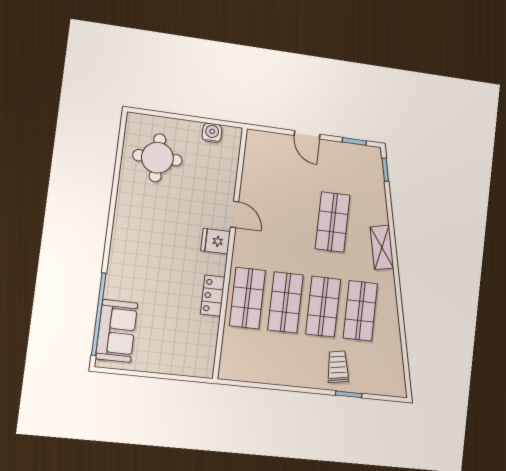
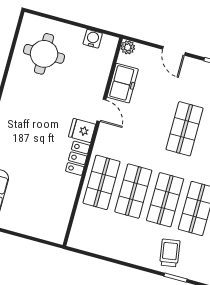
plant: (254, 138) -> (128, 47), added
freezer: (254, 179) -> (123, 83), added
locker: (213, 296) -> (78, 158), moved

